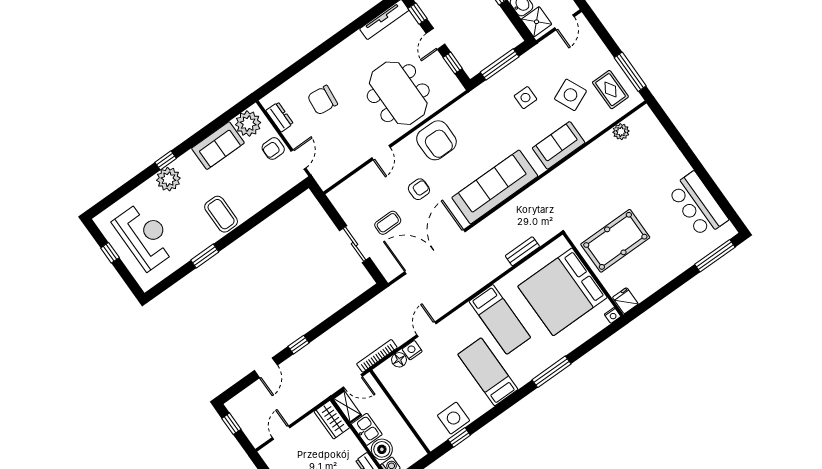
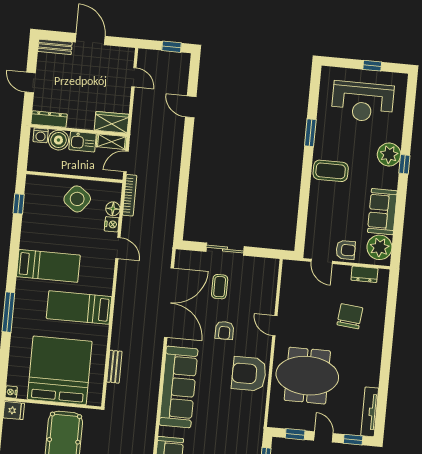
armchair: (273, 149) -> (346, 250), turned 90
window: (299, 345) -> (187, 145), removed
side table: (454, 418) -> (77, 199), moved, turned 37

